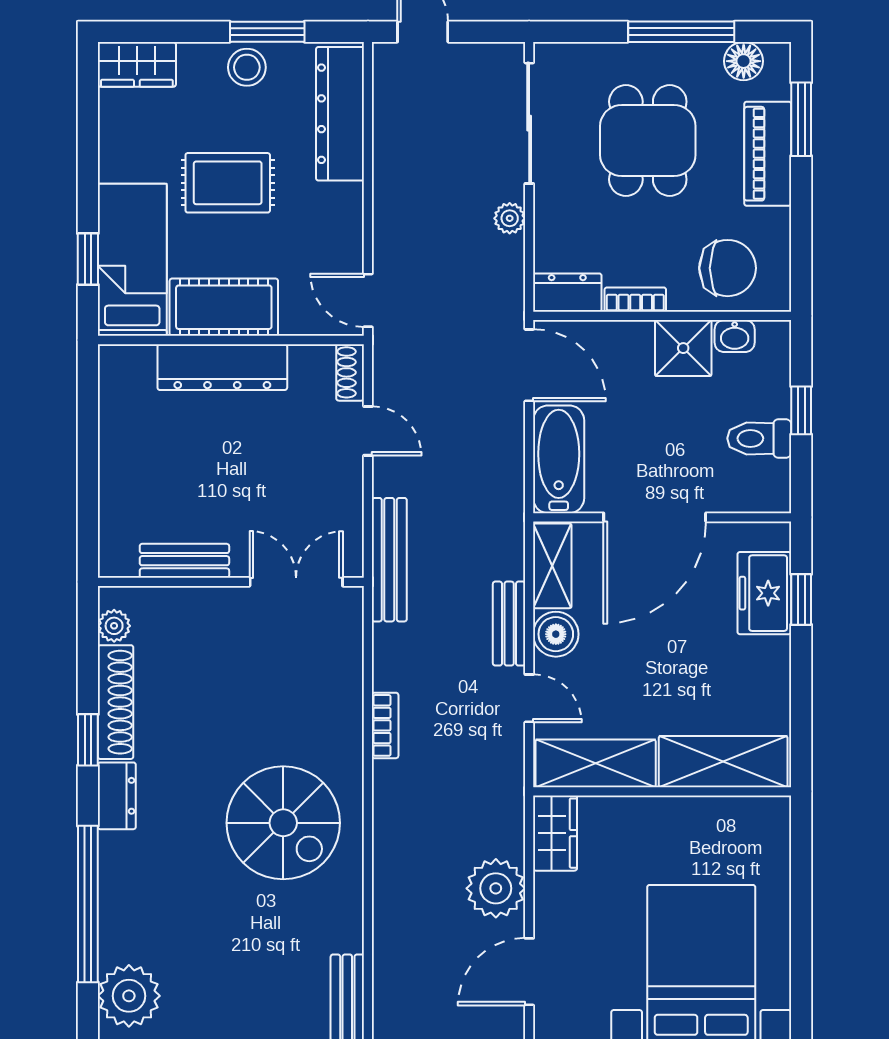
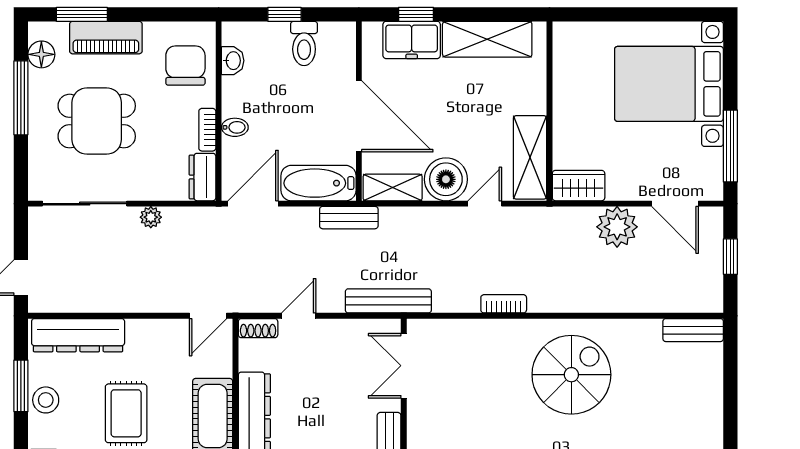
bidet: (639, 339) -> (235, 127), added
shower: (683, 348) -> (241, 96), removed
bench: (509, 624) -> (349, 218), moved
boiler: (556, 634) -> (446, 179), width x1.37, depth x1.37
shelving: (723, 762) -> (487, 39), moved, turned 90

